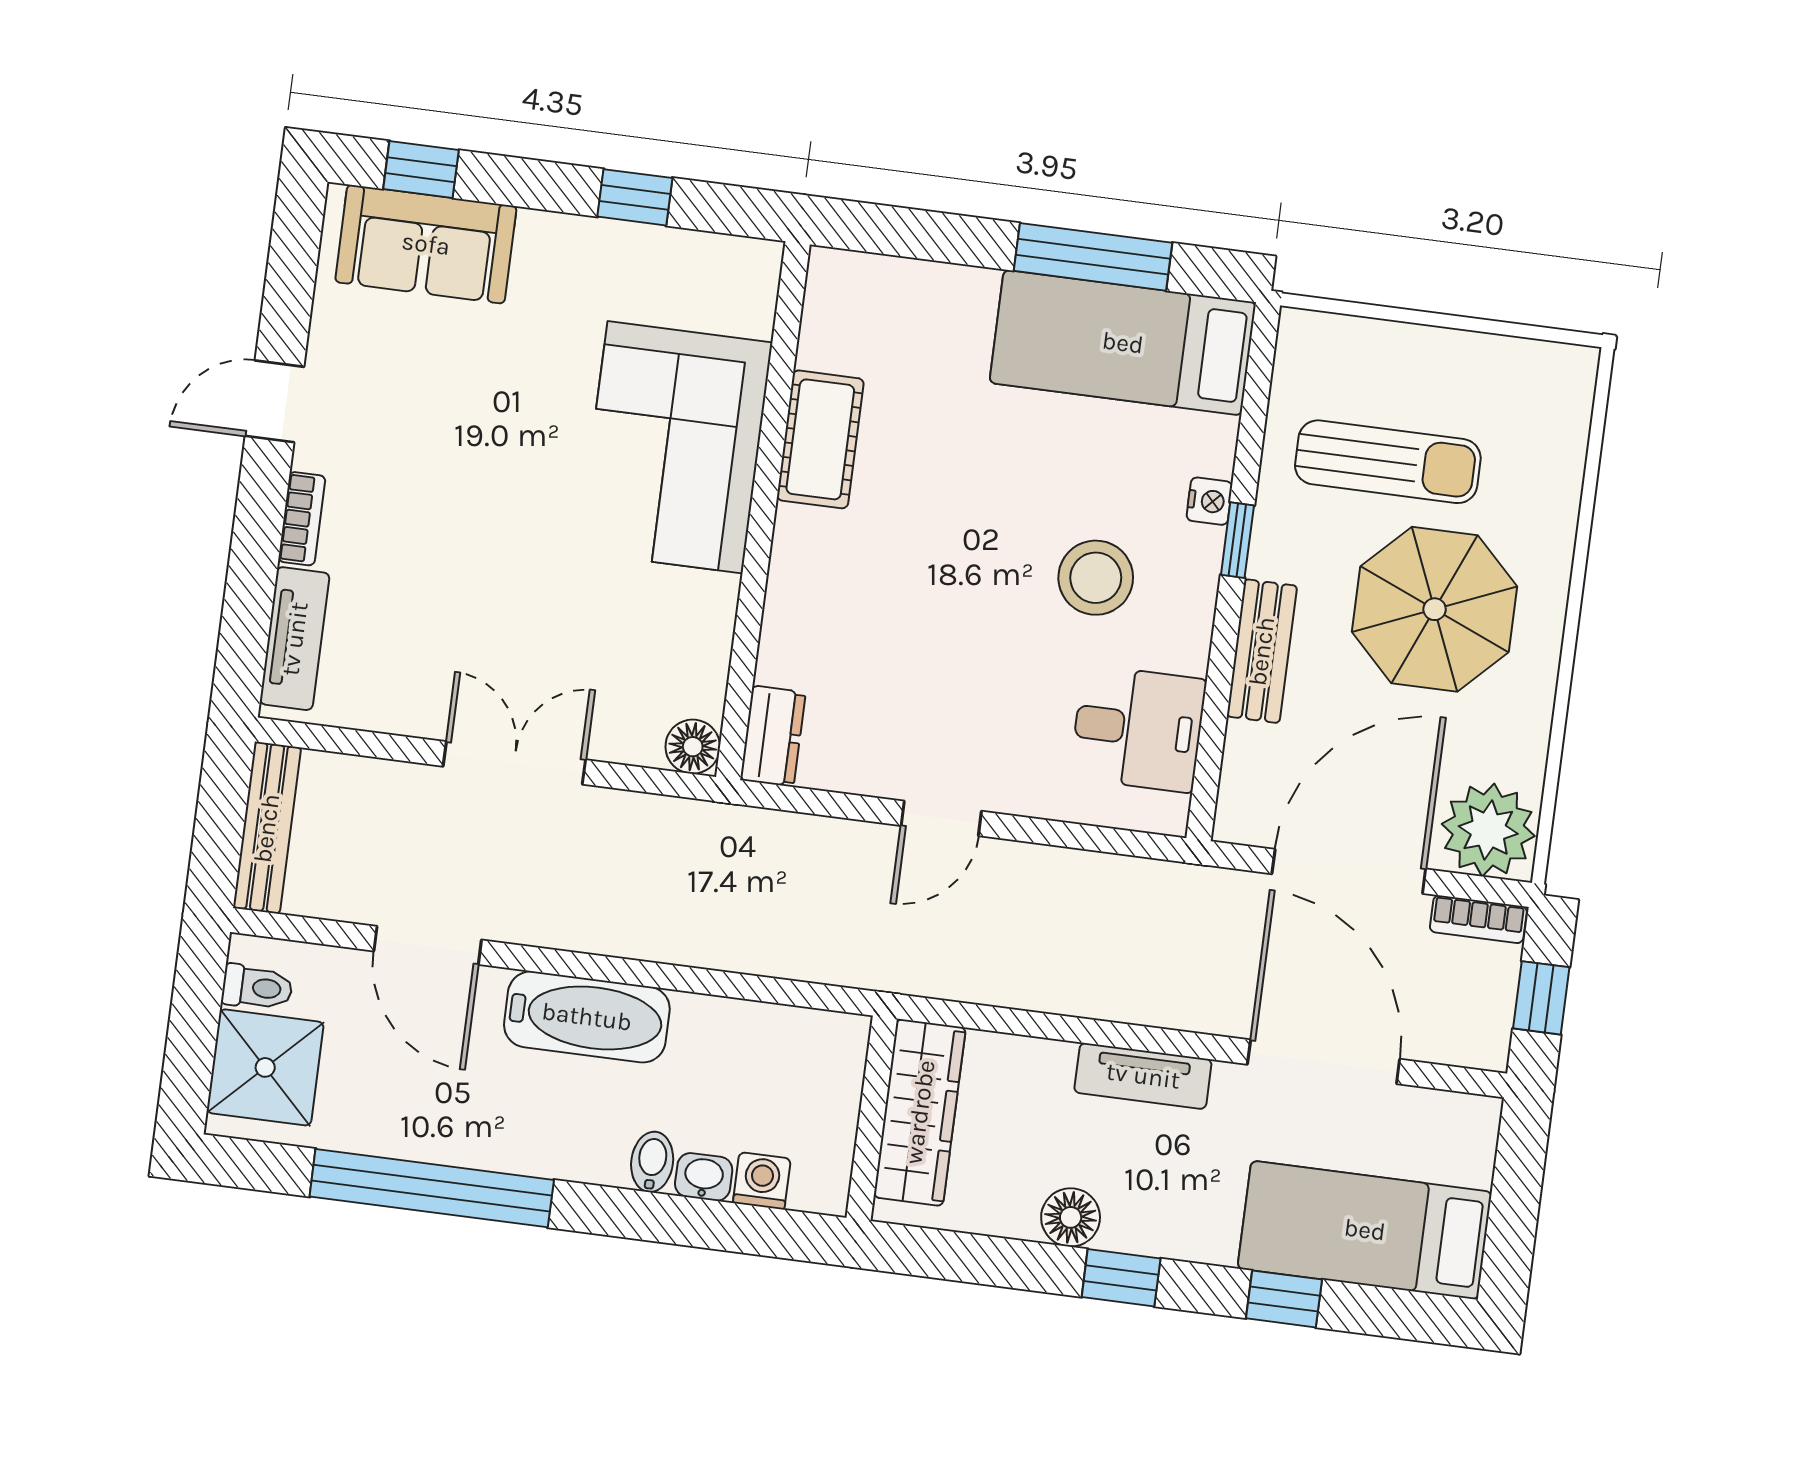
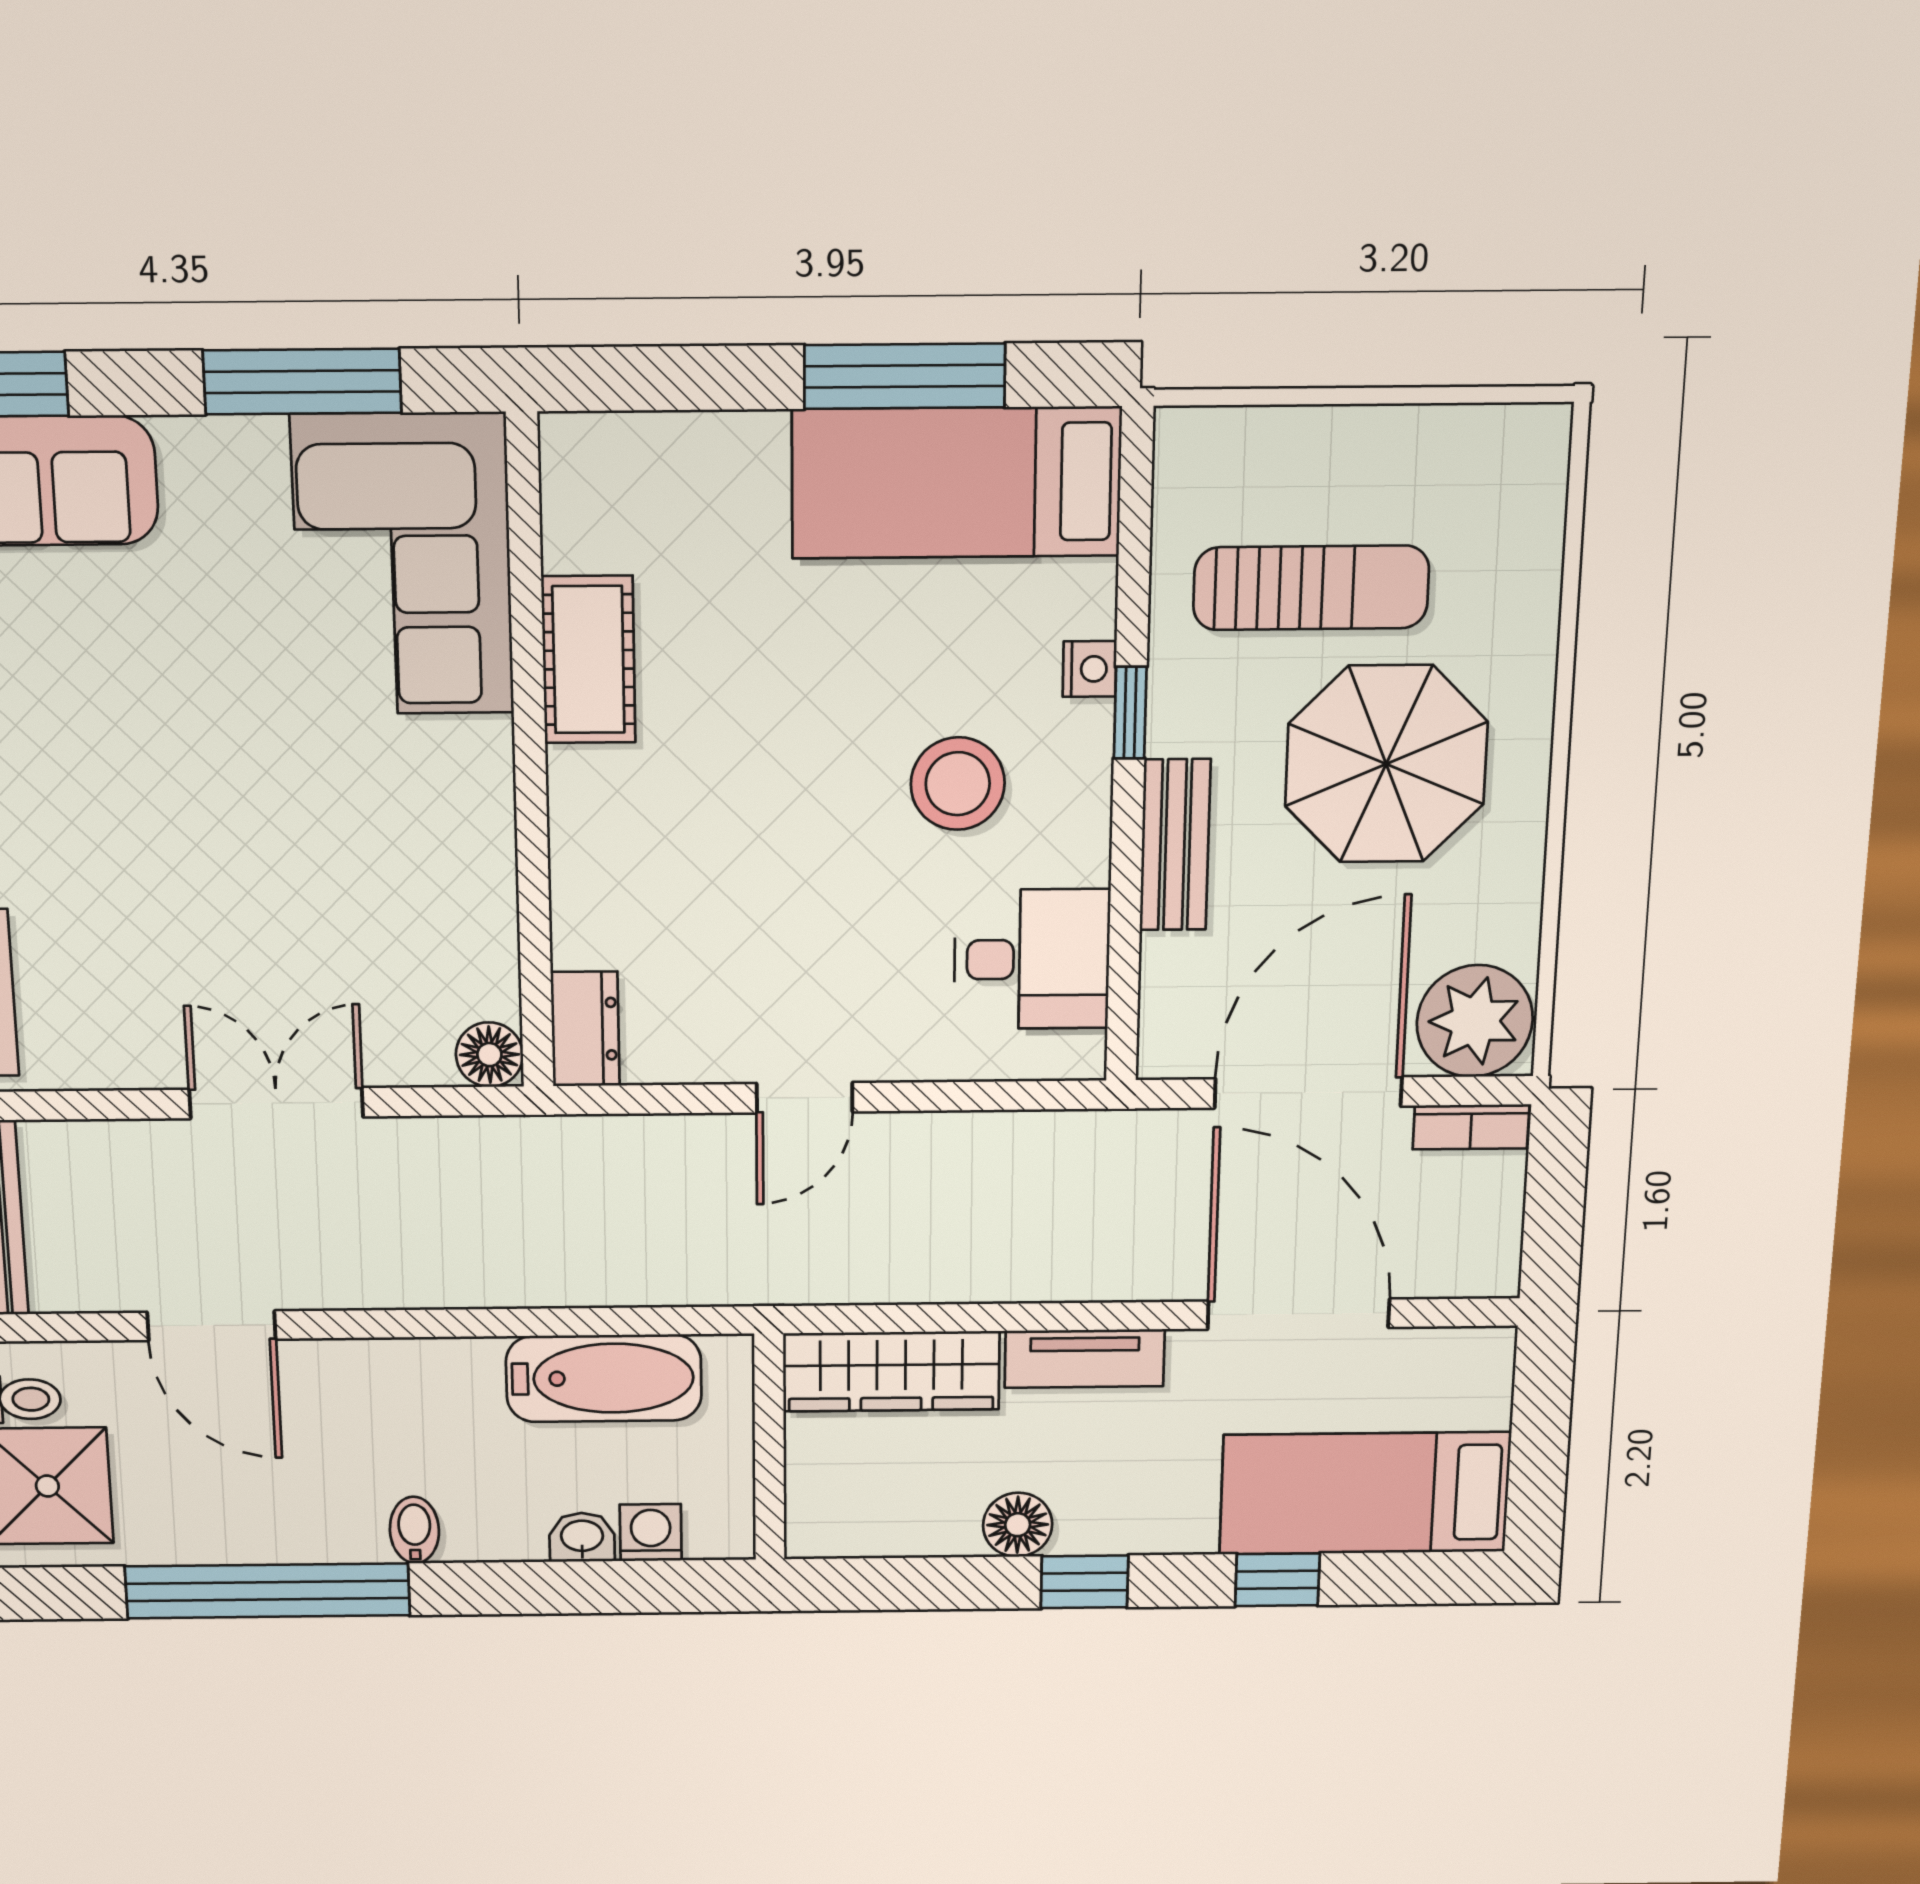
window: (635, 197) -> (302, 382), width x2.17
corner sofa: (675, 447) -> (403, 565), moved
window: (1541, 998) -> (1554, 1207), removed
bathtub: (587, 1017) -> (604, 1378), moved
wardrobe: (920, 1112) -> (891, 1371), moved, turned 90
bidet: (652, 1162) -> (414, 1530), moved

